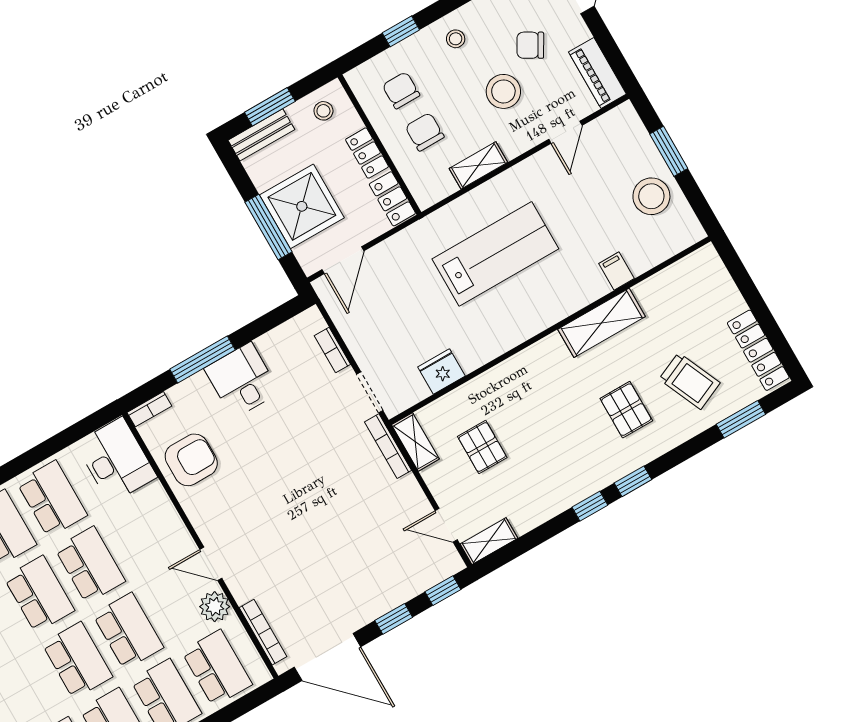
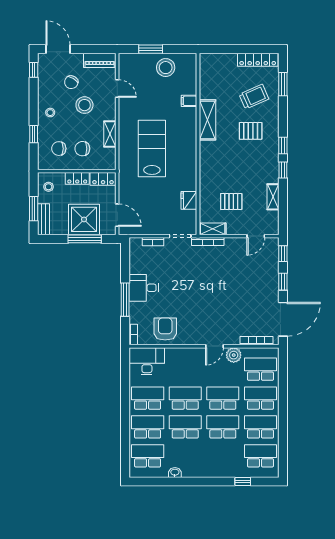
shelving: (489, 541) -> (273, 197), moved

